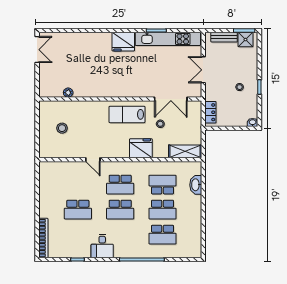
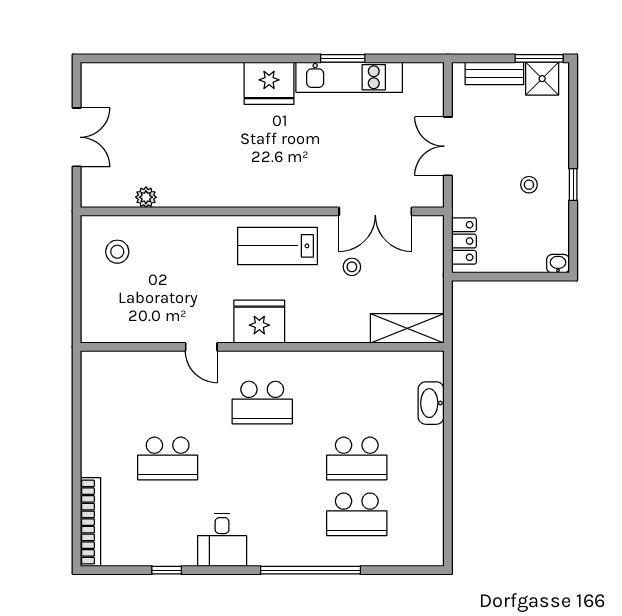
kitchen unit: (168, 39) -> (349, 77), width x0.73
double door: (37, 50) -> (77, 137), moved
stool: (62, 128) -> (117, 252), moved
fridge: (141, 148) -> (259, 322), moved
school desk: (162, 185) -> (357, 403), removed
school desk: (120, 210) -> (262, 458), removed

